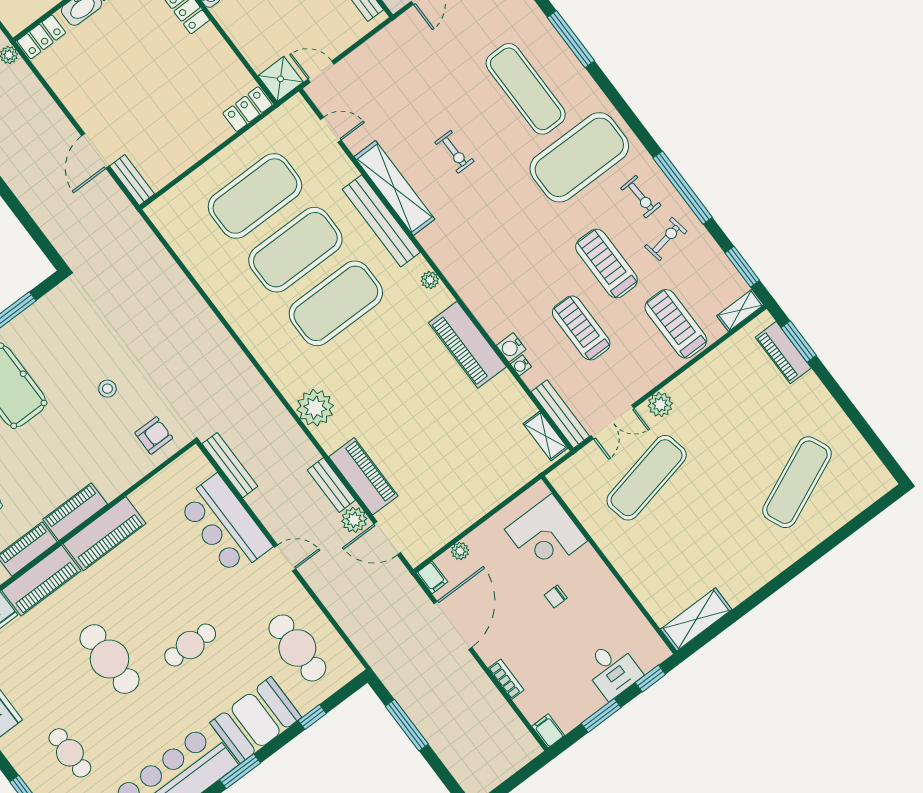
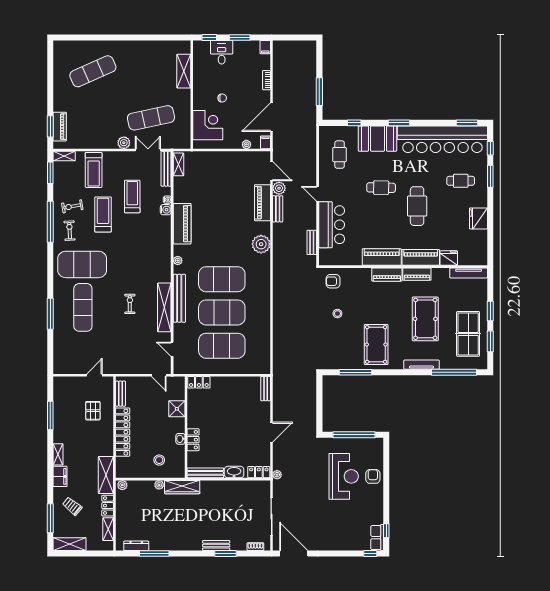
shower: (281, 79) -> (177, 409), moved
door: (95, 151) -> (271, 432), moved
treadmill: (606, 263) -> (103, 214), turned 180
treadmill: (581, 328) -> (132, 196), turned 180
bench: (230, 465) -> (312, 242), width x0.73
shelving: (696, 619) -> (184, 71), moved, turned 90
cafe table: (297, 648) -> (340, 155), width x0.73, depth x0.74
cafe table: (70, 753) -> (461, 181), turned 90

